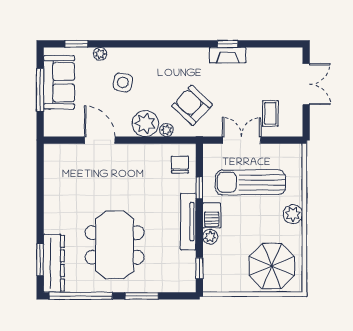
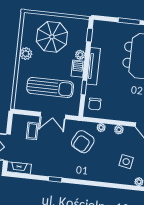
fireplace: (228, 55) -> (19, 168), moved
armchair: (192, 105) -> (83, 142), turned 75
plant: (145, 123) -> (119, 130), width x0.53, depth x0.53
plant: (293, 214) -> (26, 54), moved
parasol: (272, 266) -> (52, 37), moved

